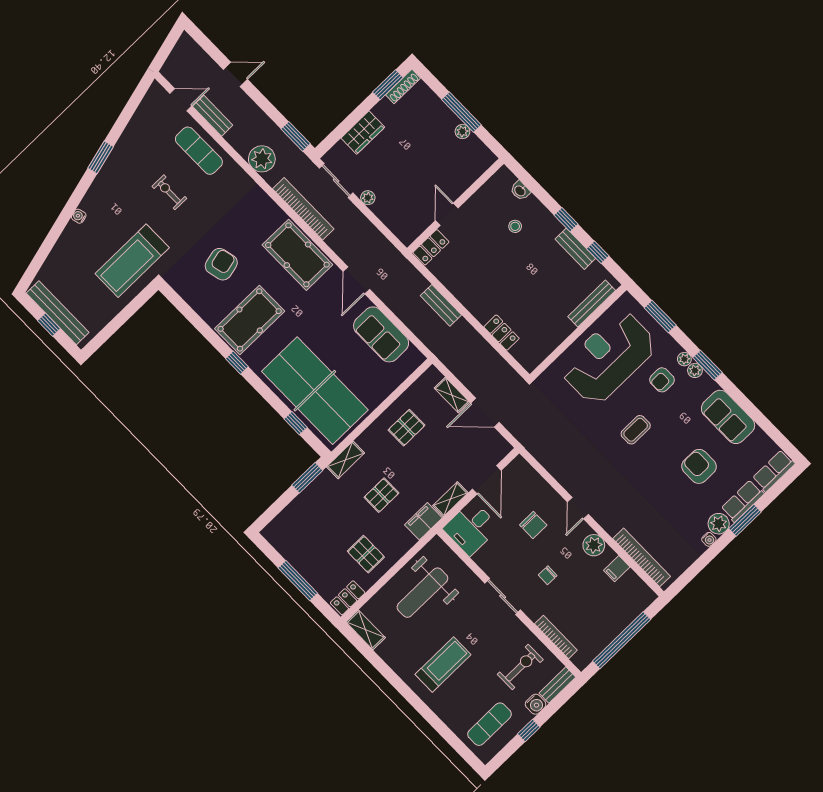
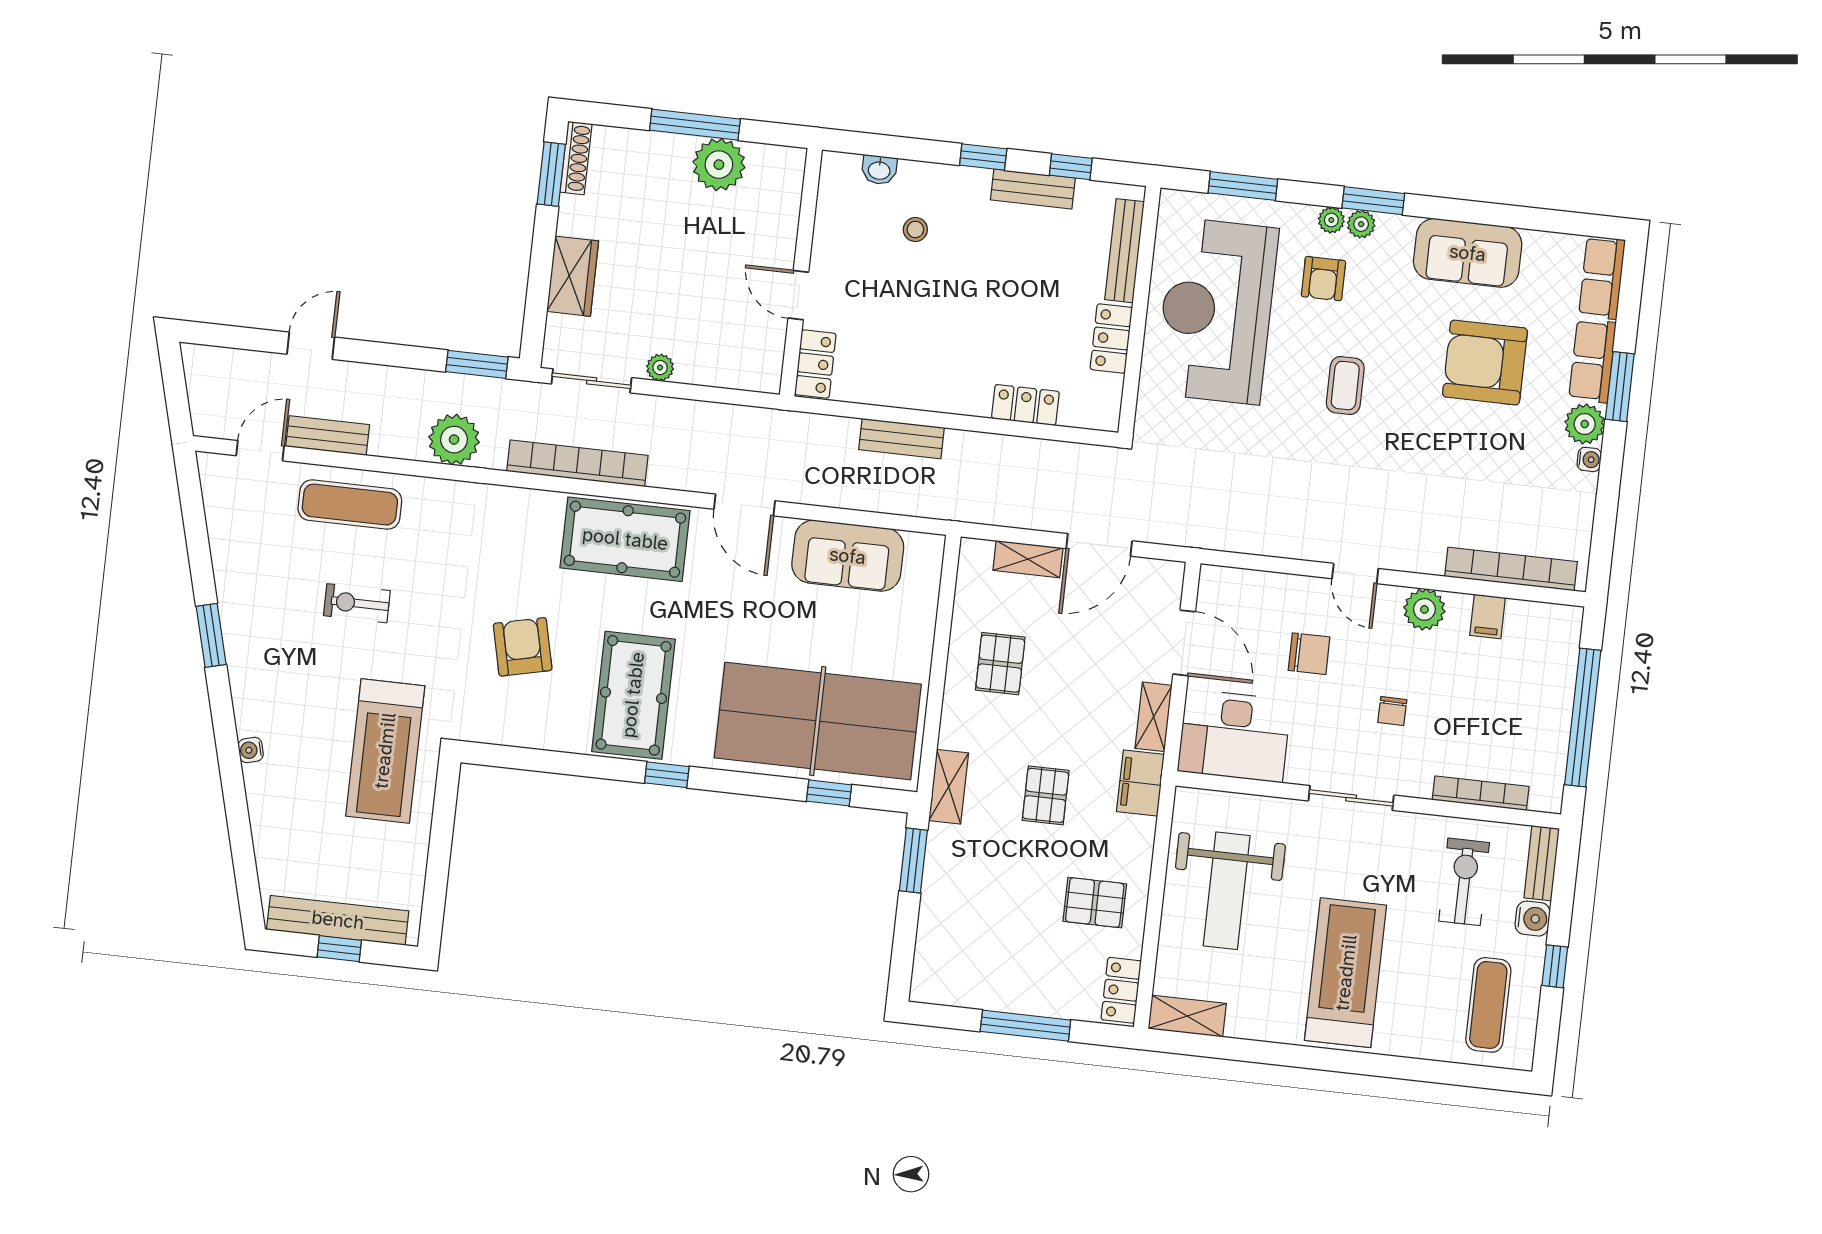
plant: (462, 132) -> (719, 165), width x1.88, depth x1.88
locker: (558, 334) -> (1111, 338), added
armchair: (699, 466) -> (1485, 362), width x1.36, depth x1.36
desk: (471, 528) -> (1234, 736), width x1.37
treadmill: (443, 664) -> (1346, 973), width x1.37, depth x1.38

